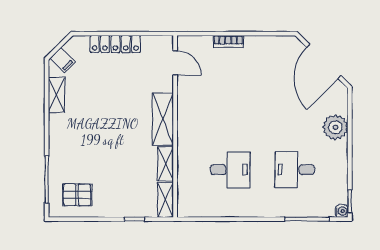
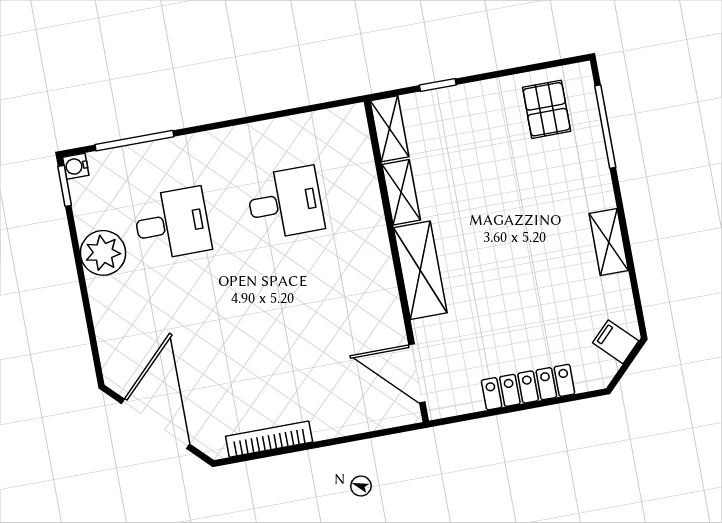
bookcase: (228, 42) -> (269, 439), moved, width x1.56
door: (175, 63) -> (417, 373), width x1.37
shelving: (56, 95) -> (609, 242), moved
plant: (335, 127) -> (103, 253), moved
desk: (230, 170) -> (285, 203), turned 180
pallet: (77, 195) -> (547, 109), turned 90

